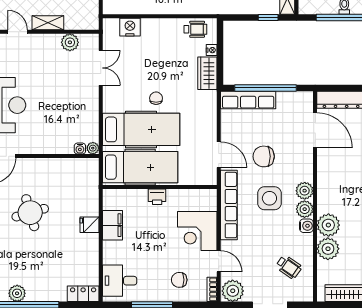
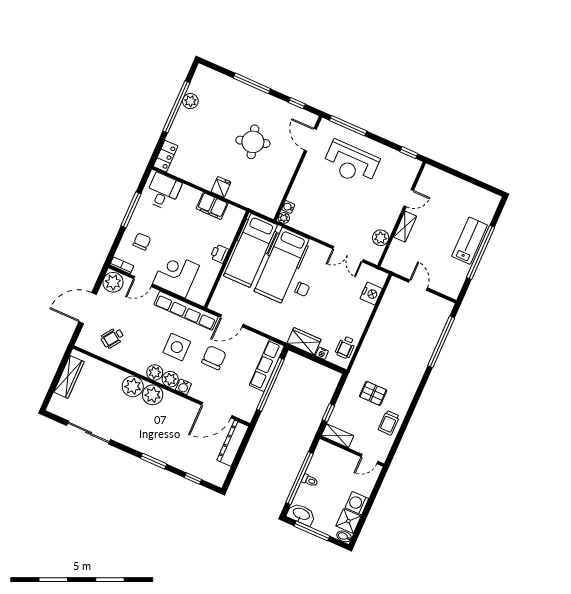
water cooler: (306, 226) -> (183, 387), moved
plant: (328, 249) -> (153, 395), moved

